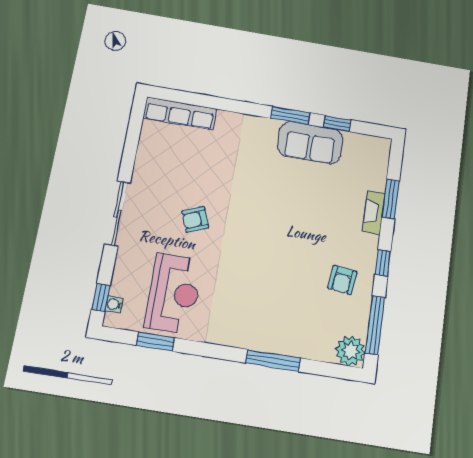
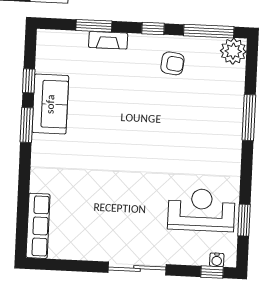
armchair: (195, 219) -> (134, 200), removed

